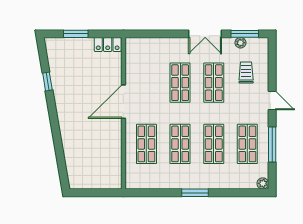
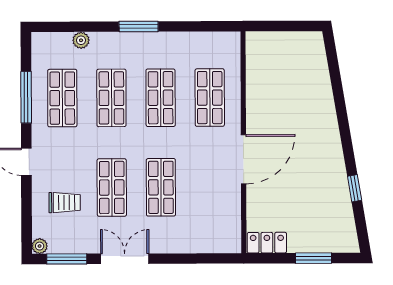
plant: (240, 43) -> (40, 246), moved
trolley: (246, 72) -> (65, 203), turned -90
plant: (263, 183) -> (81, 40), moved

